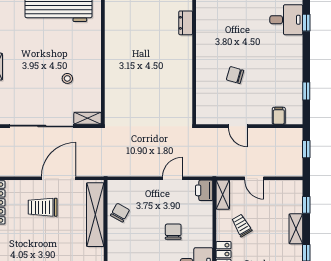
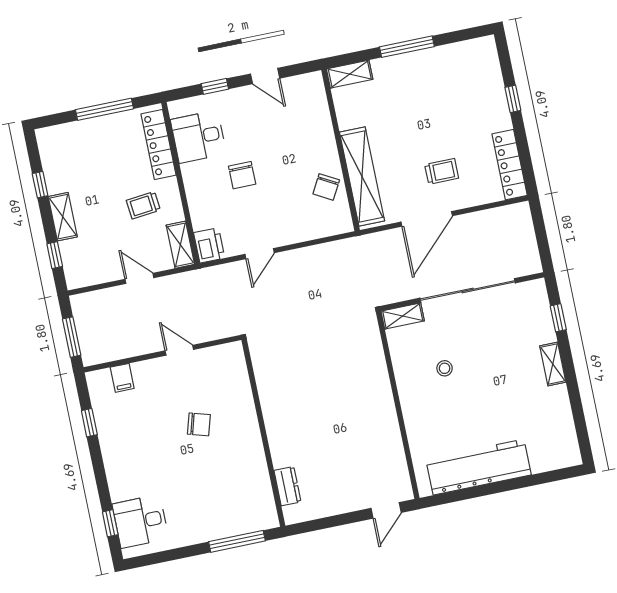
window: (306, 149) -> (72, 337), width x1.50
trolley: (43, 207) -> (442, 171), width x0.73, depth x0.72
trolley: (242, 225) -> (143, 205), turned 114

